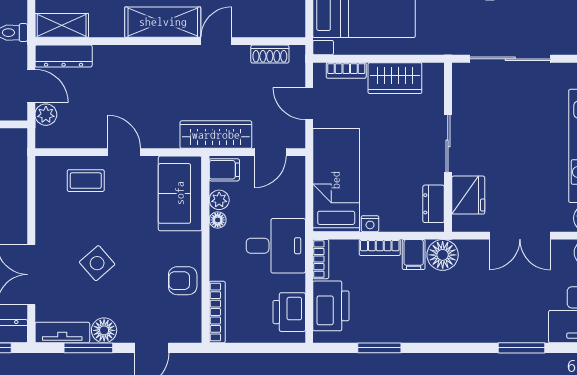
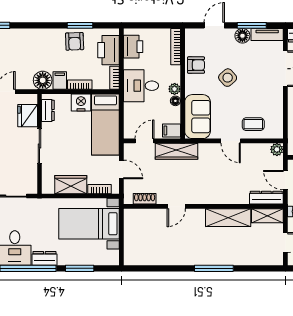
shelving: (163, 22) -> (228, 218), moved
plant: (46, 115) -> (277, 149), moved
plant: (219, 200) -> (175, 89), moved
nightstand: (370, 224) -> (81, 103), width x1.89, depth x1.79
side table: (97, 263) -> (228, 78), moved
armchair: (389, 321) -> (75, 41), added

